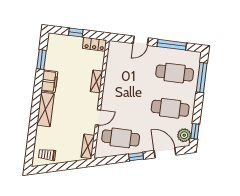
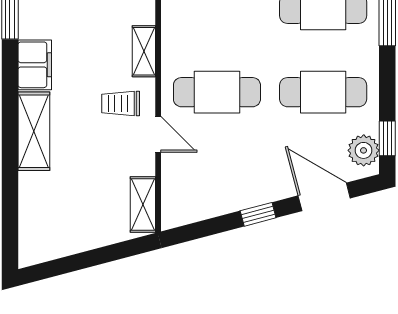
door: (98, 117) -> (158, 134), hinge flipped
cafe table: (121, 138) -> (217, 92), moved
trolley: (47, 155) -> (121, 104), moved

